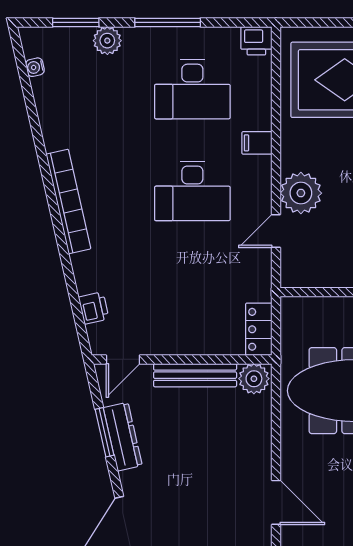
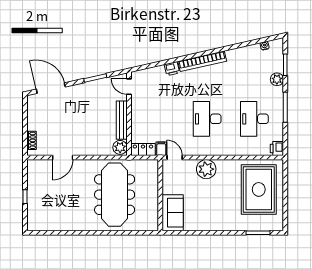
filing cabinet: (257, 143) -> (161, 149), moved
door: (276, 231) -> (175, 158), moved
printer: (94, 308) -> (172, 69), moved
dresser: (123, 437) -> (93, 86), removed

